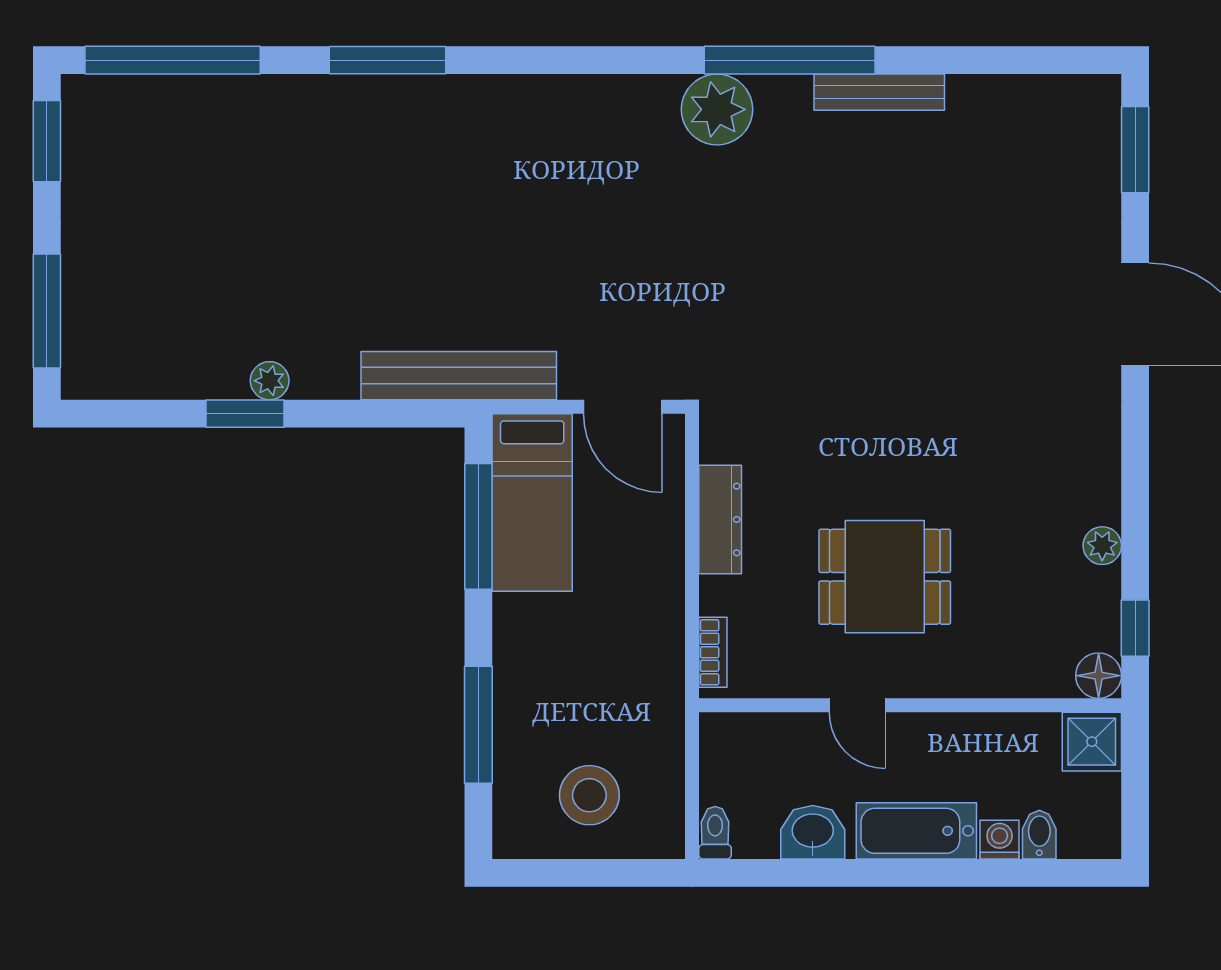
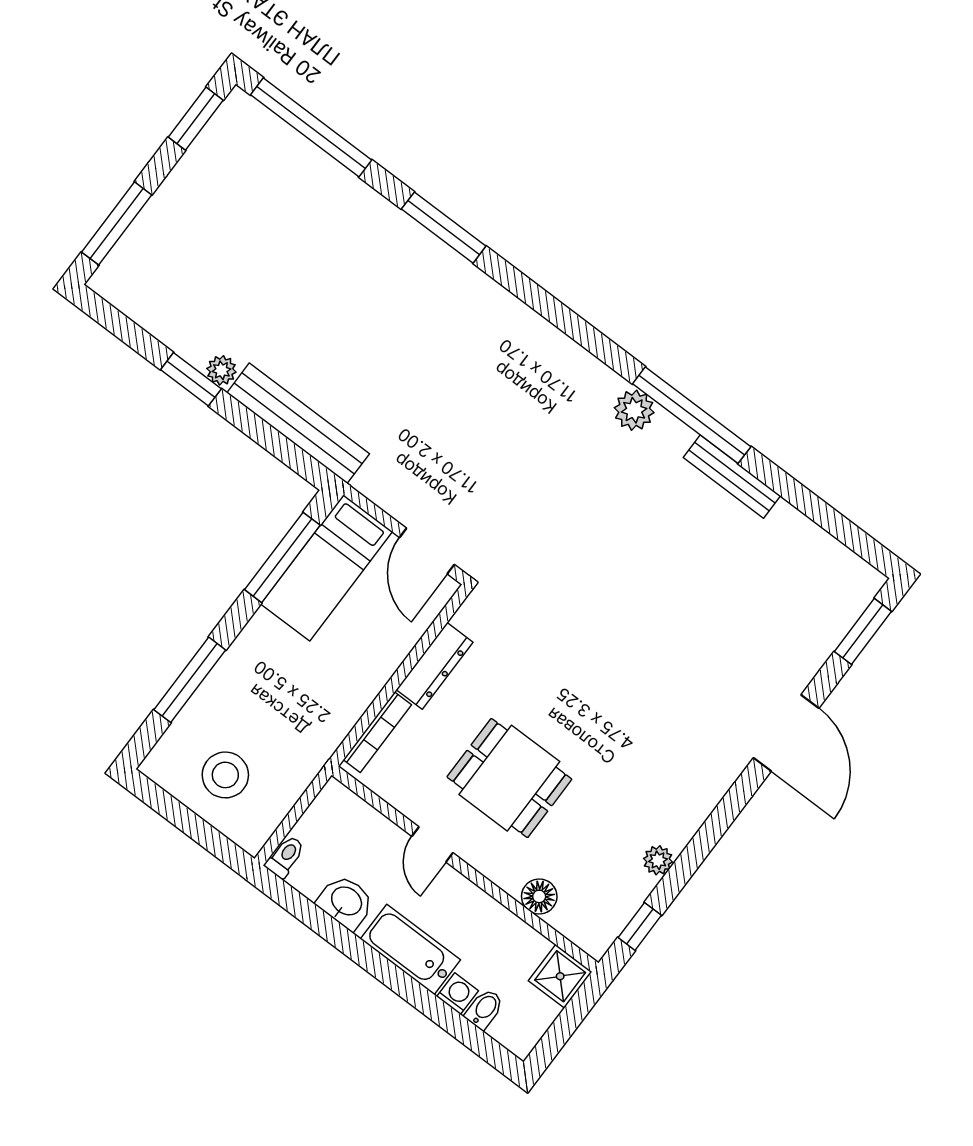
plant: (717, 109) -> (634, 410), width x0.73, depth x0.73
bench: (459, 376) -> (298, 423), moved
bookcase: (713, 652) -> (377, 732), width x1.56
floor lamp: (1099, 676) -> (539, 896), moved

